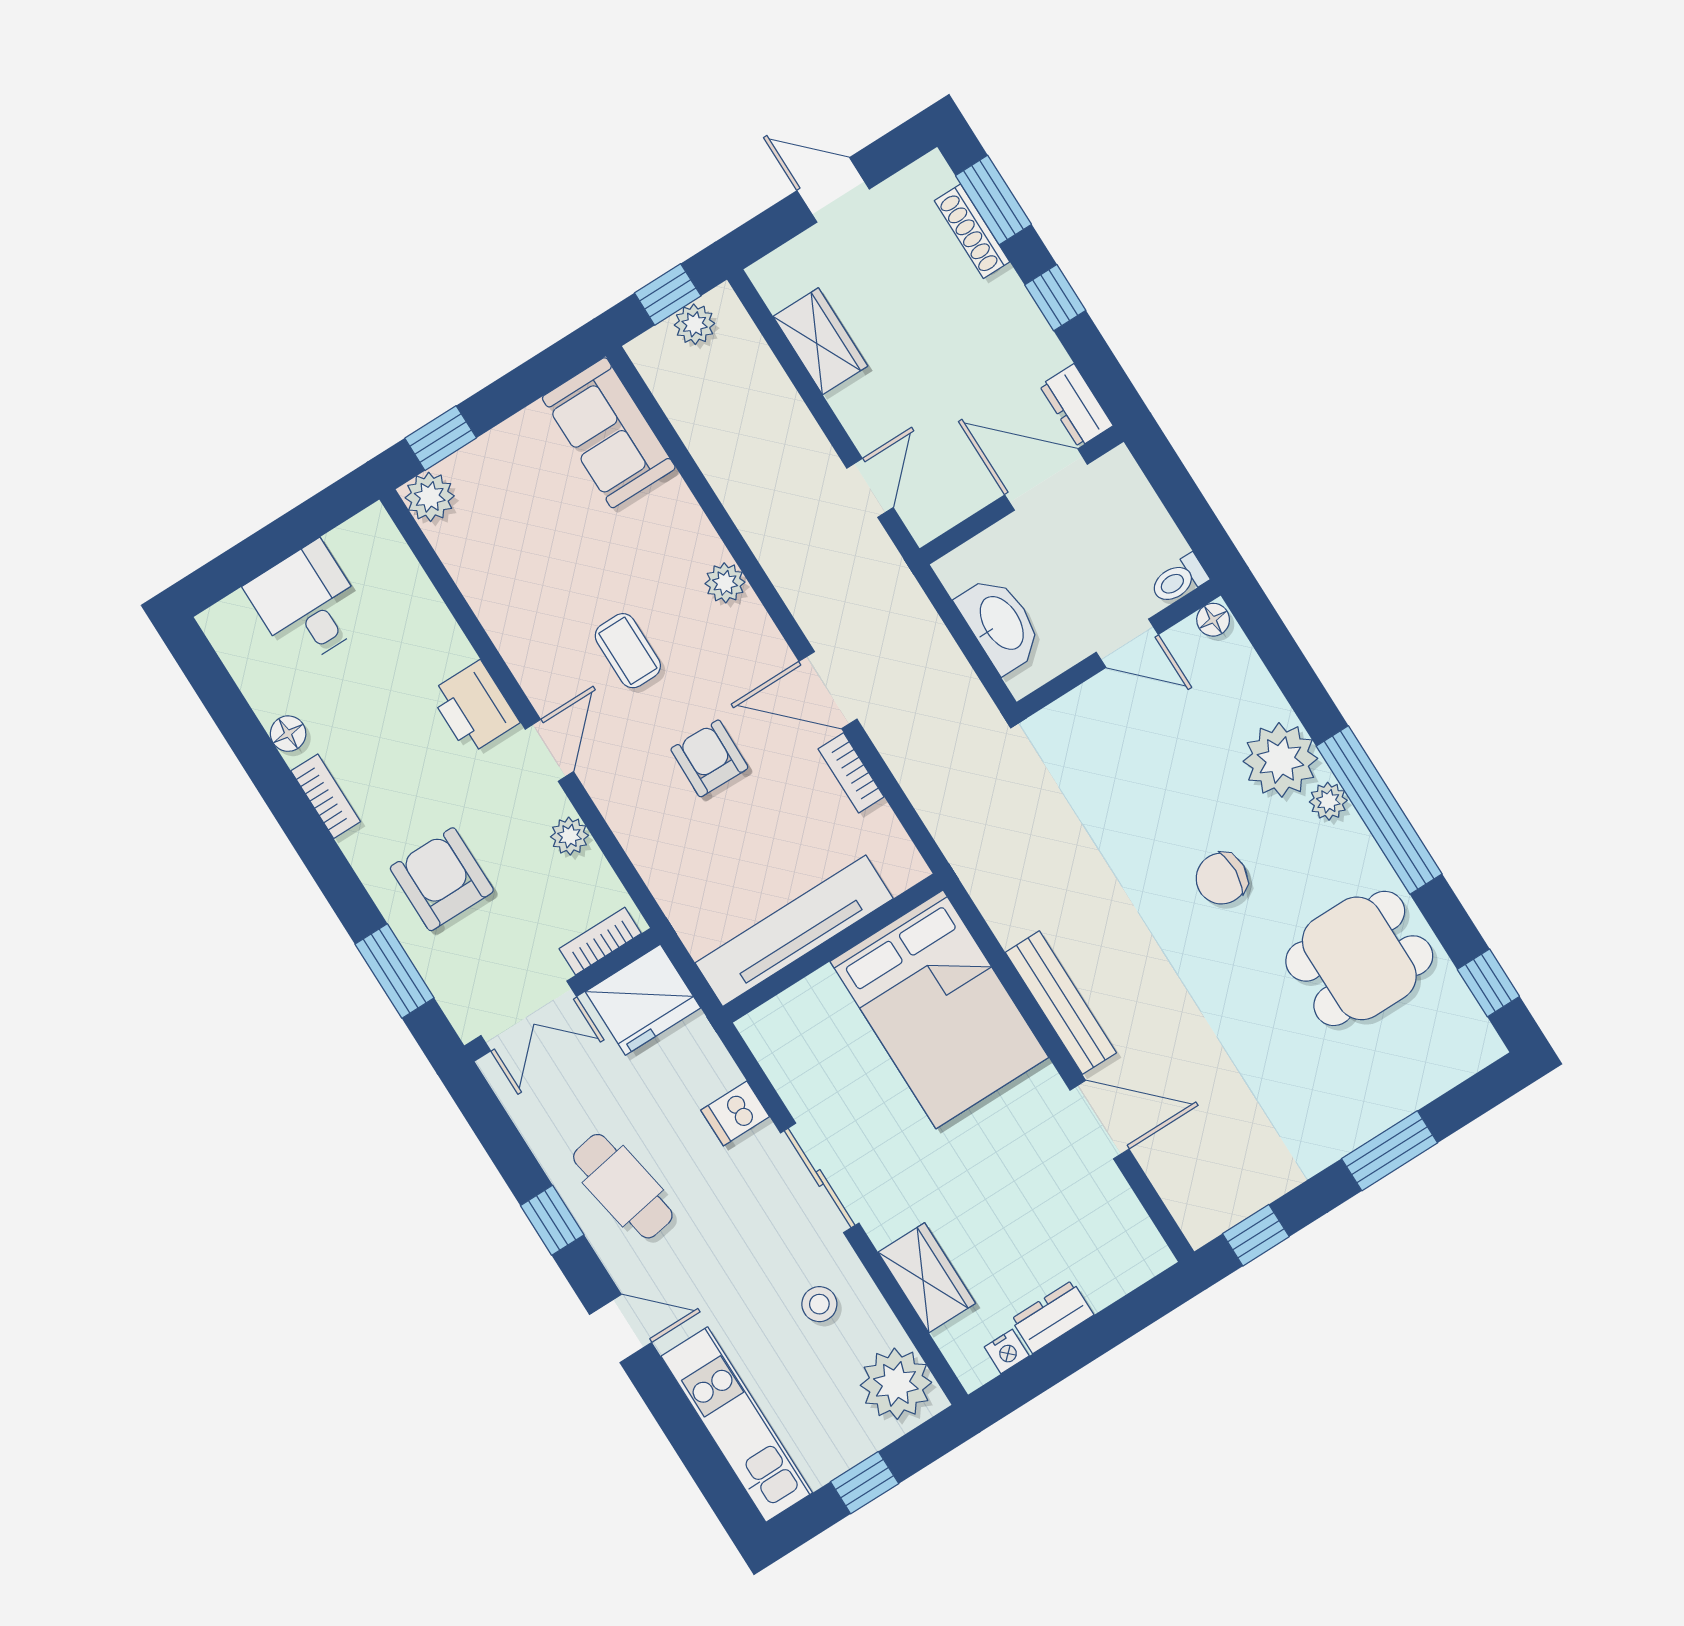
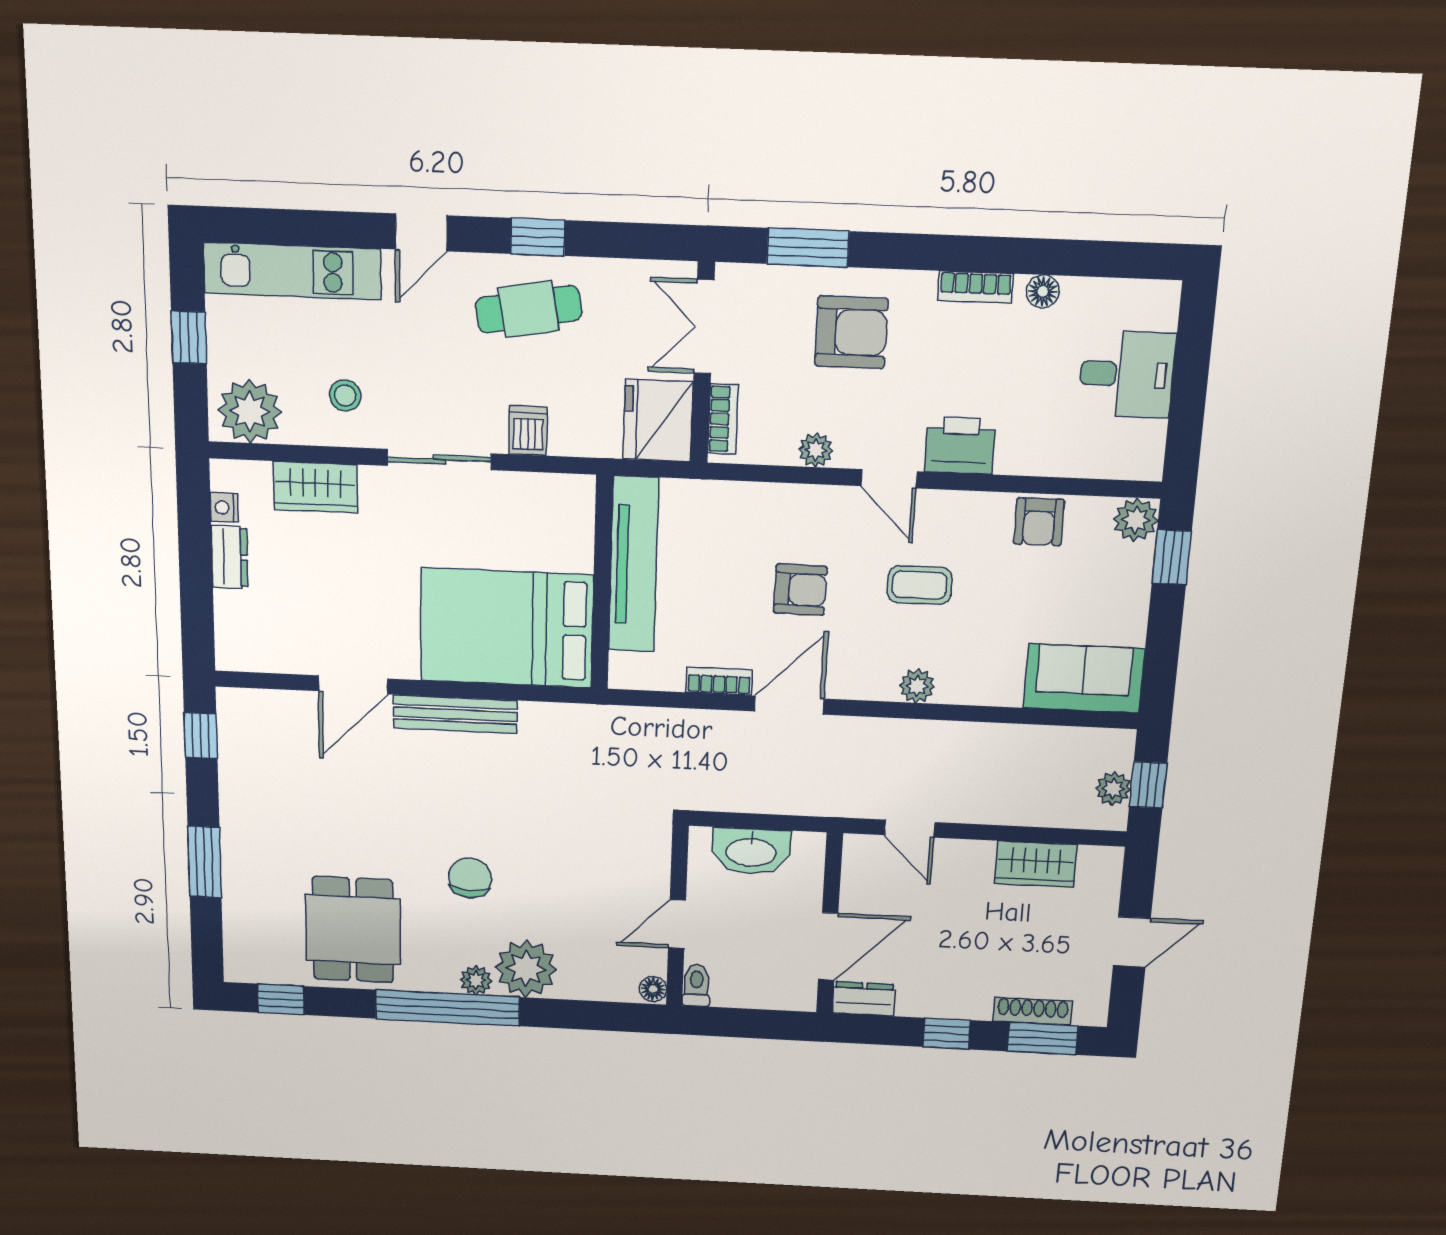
armchair: (493, 584) -> (1039, 522), added

